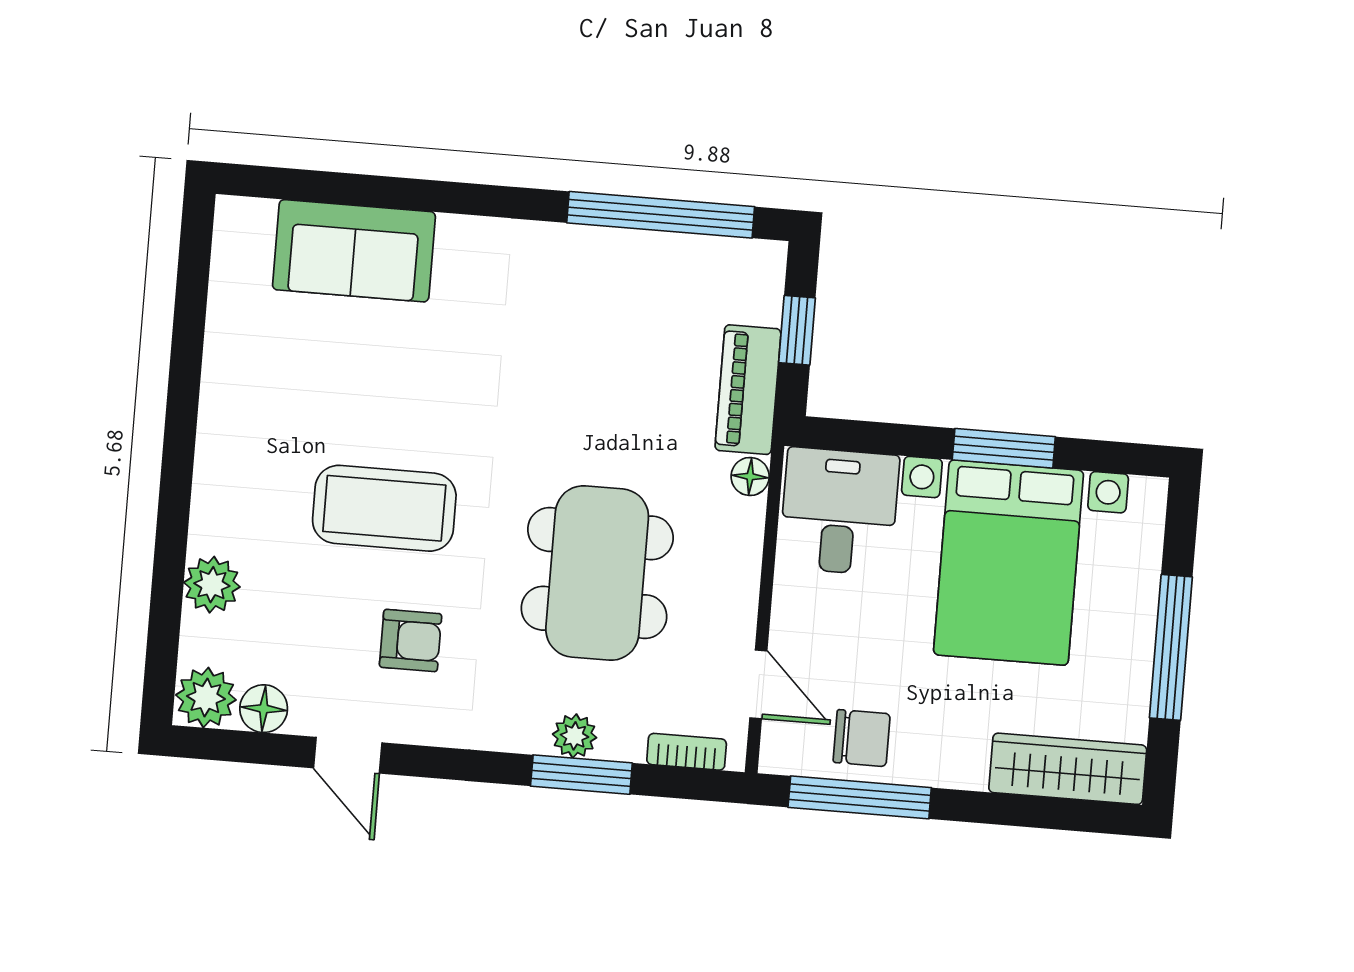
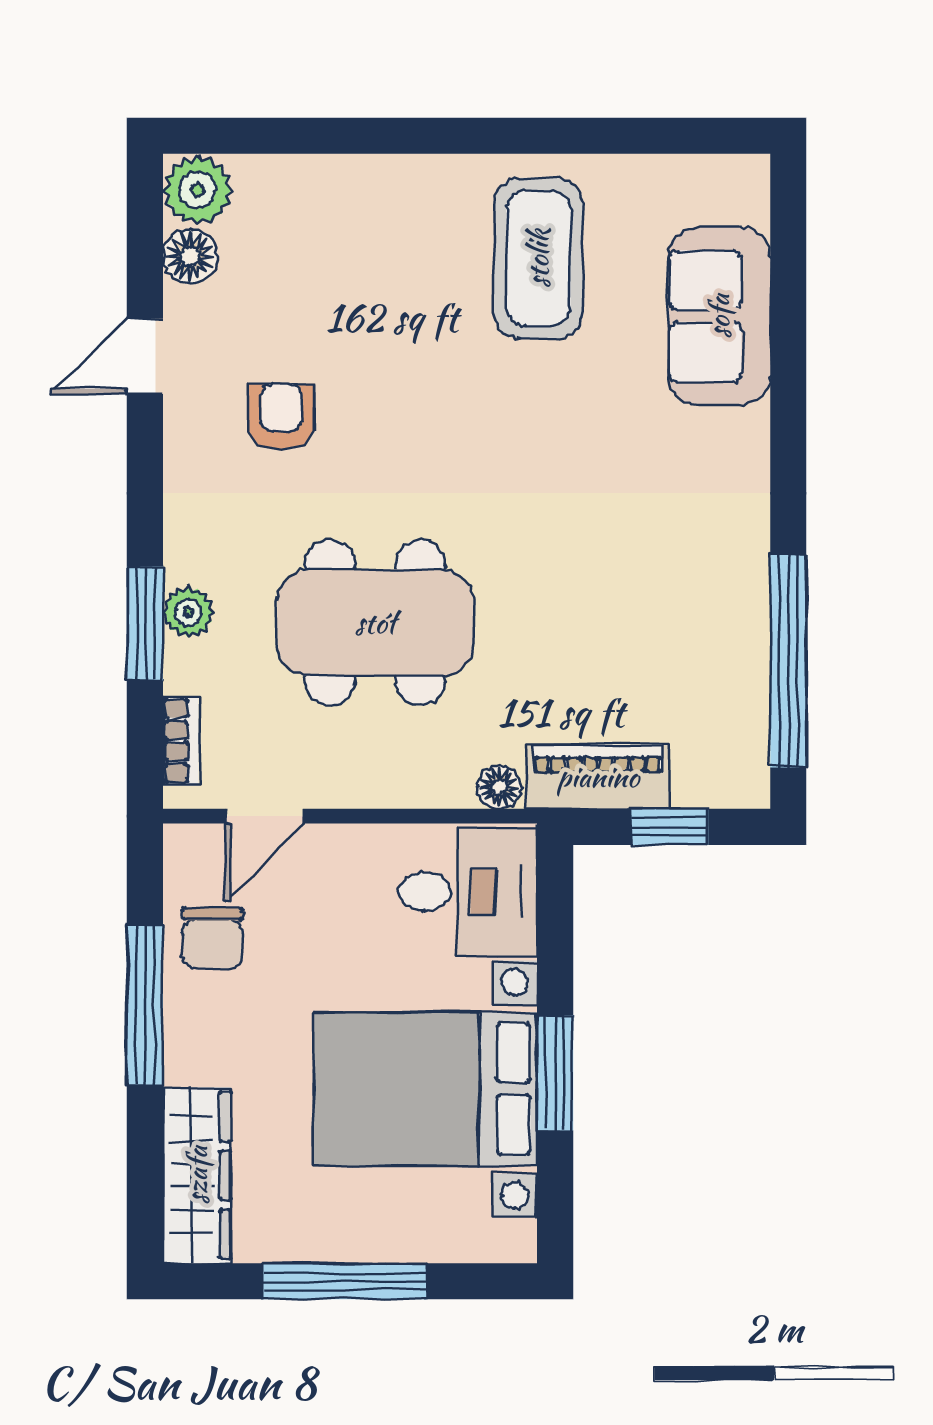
coffee table: (384, 508) -> (538, 258), moved
plant: (212, 585) -> (326, 186), removed
armchair: (411, 640) -> (281, 417), turned 180
window: (860, 797) -> (145, 1005), moved

